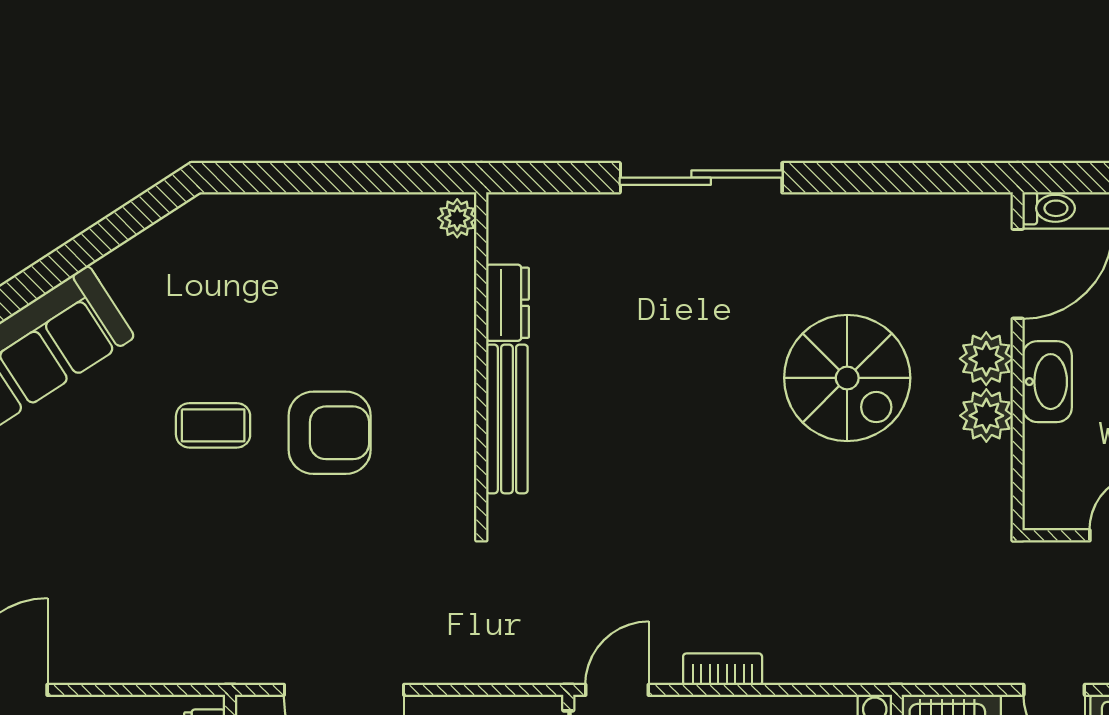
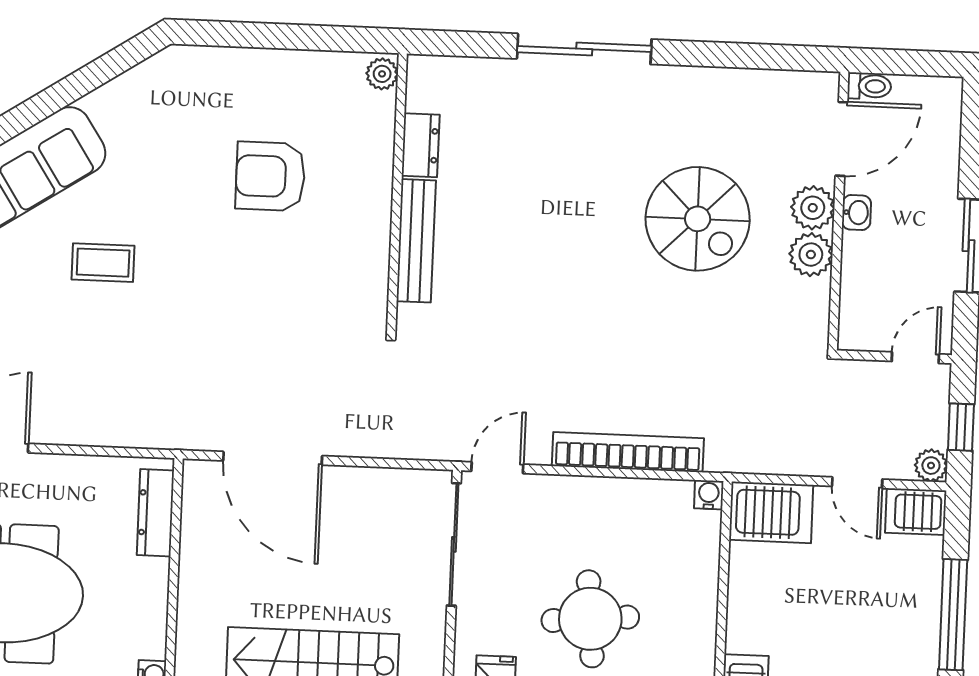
washbasin: (1047, 382) -> (856, 213), width x0.52, depth x0.69
coffee table: (213, 425) -> (103, 263), moved
armchair: (330, 433) -> (270, 176), moved, turned 180
bookcase: (723, 669) -> (628, 452), width x2.31, depth x1.31

